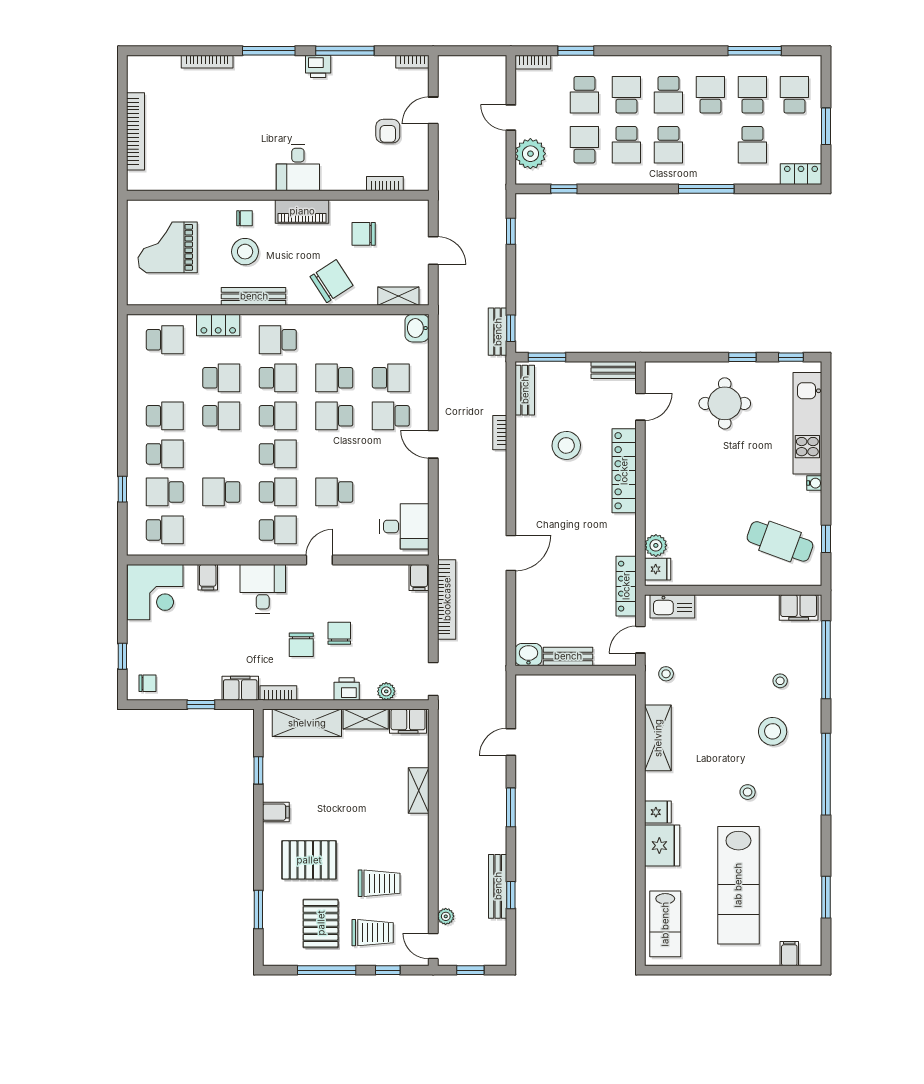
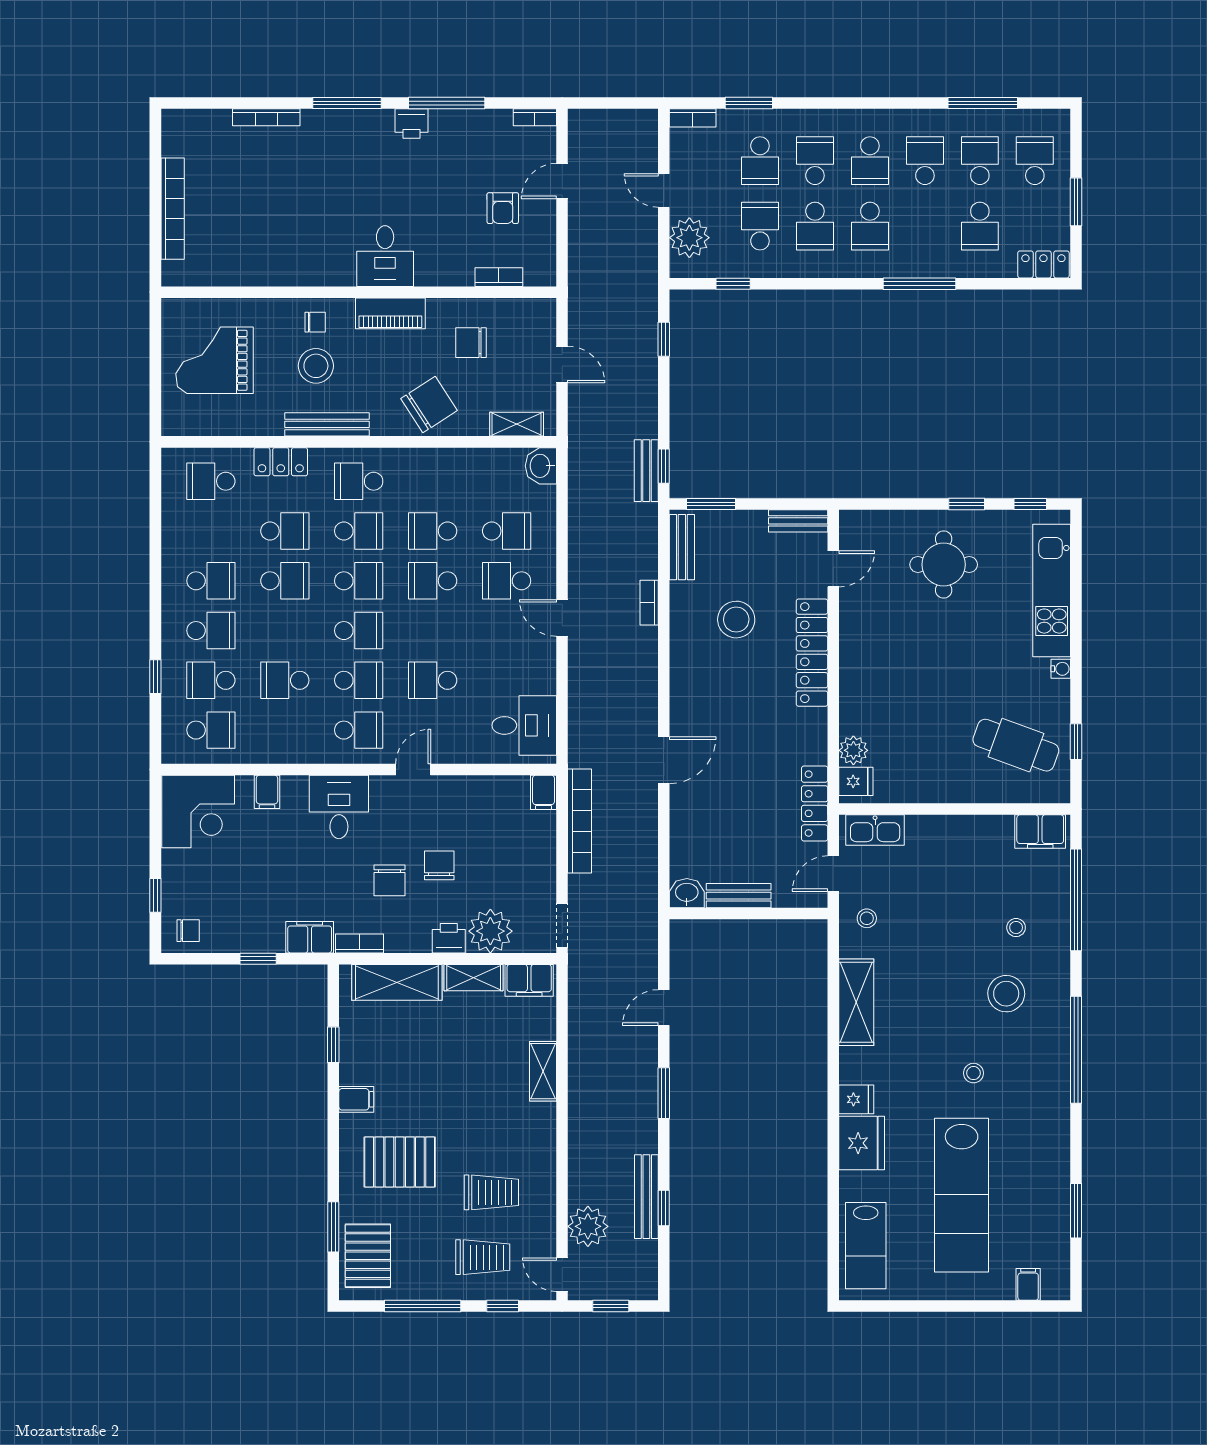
school desk: (165, 340) -> (211, 481), turned 180
plant: (386, 691) -> (490, 931), width x1.88, depth x1.88
plant: (446, 916) -> (588, 1226), width x1.88, depth x1.88
pallet: (321, 923) -> (368, 1256), moved

